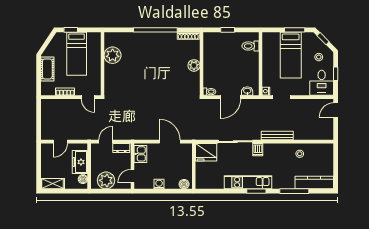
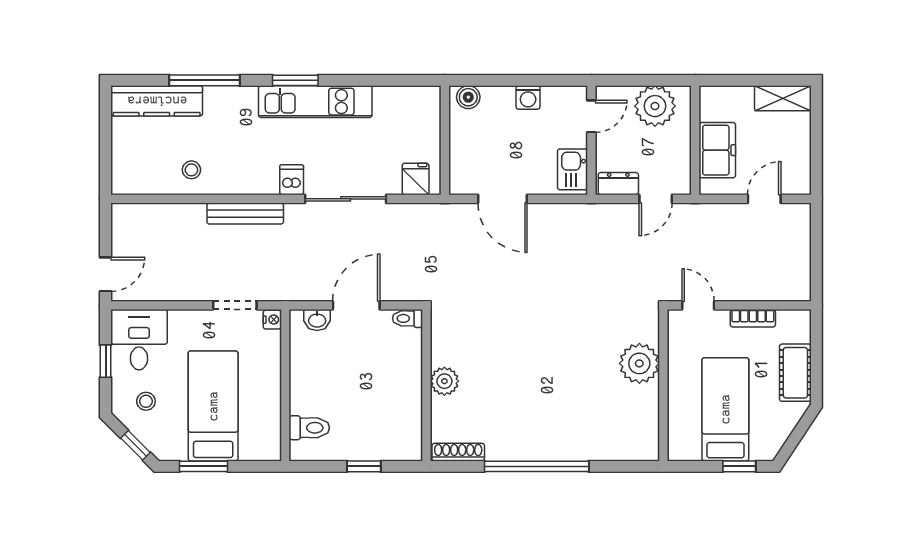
plant: (113, 55) -> (639, 363), moved
fridge: (206, 152) -> (416, 179), width x0.53, depth x0.75
boiler: (83, 179) -> (710, 109), removed

